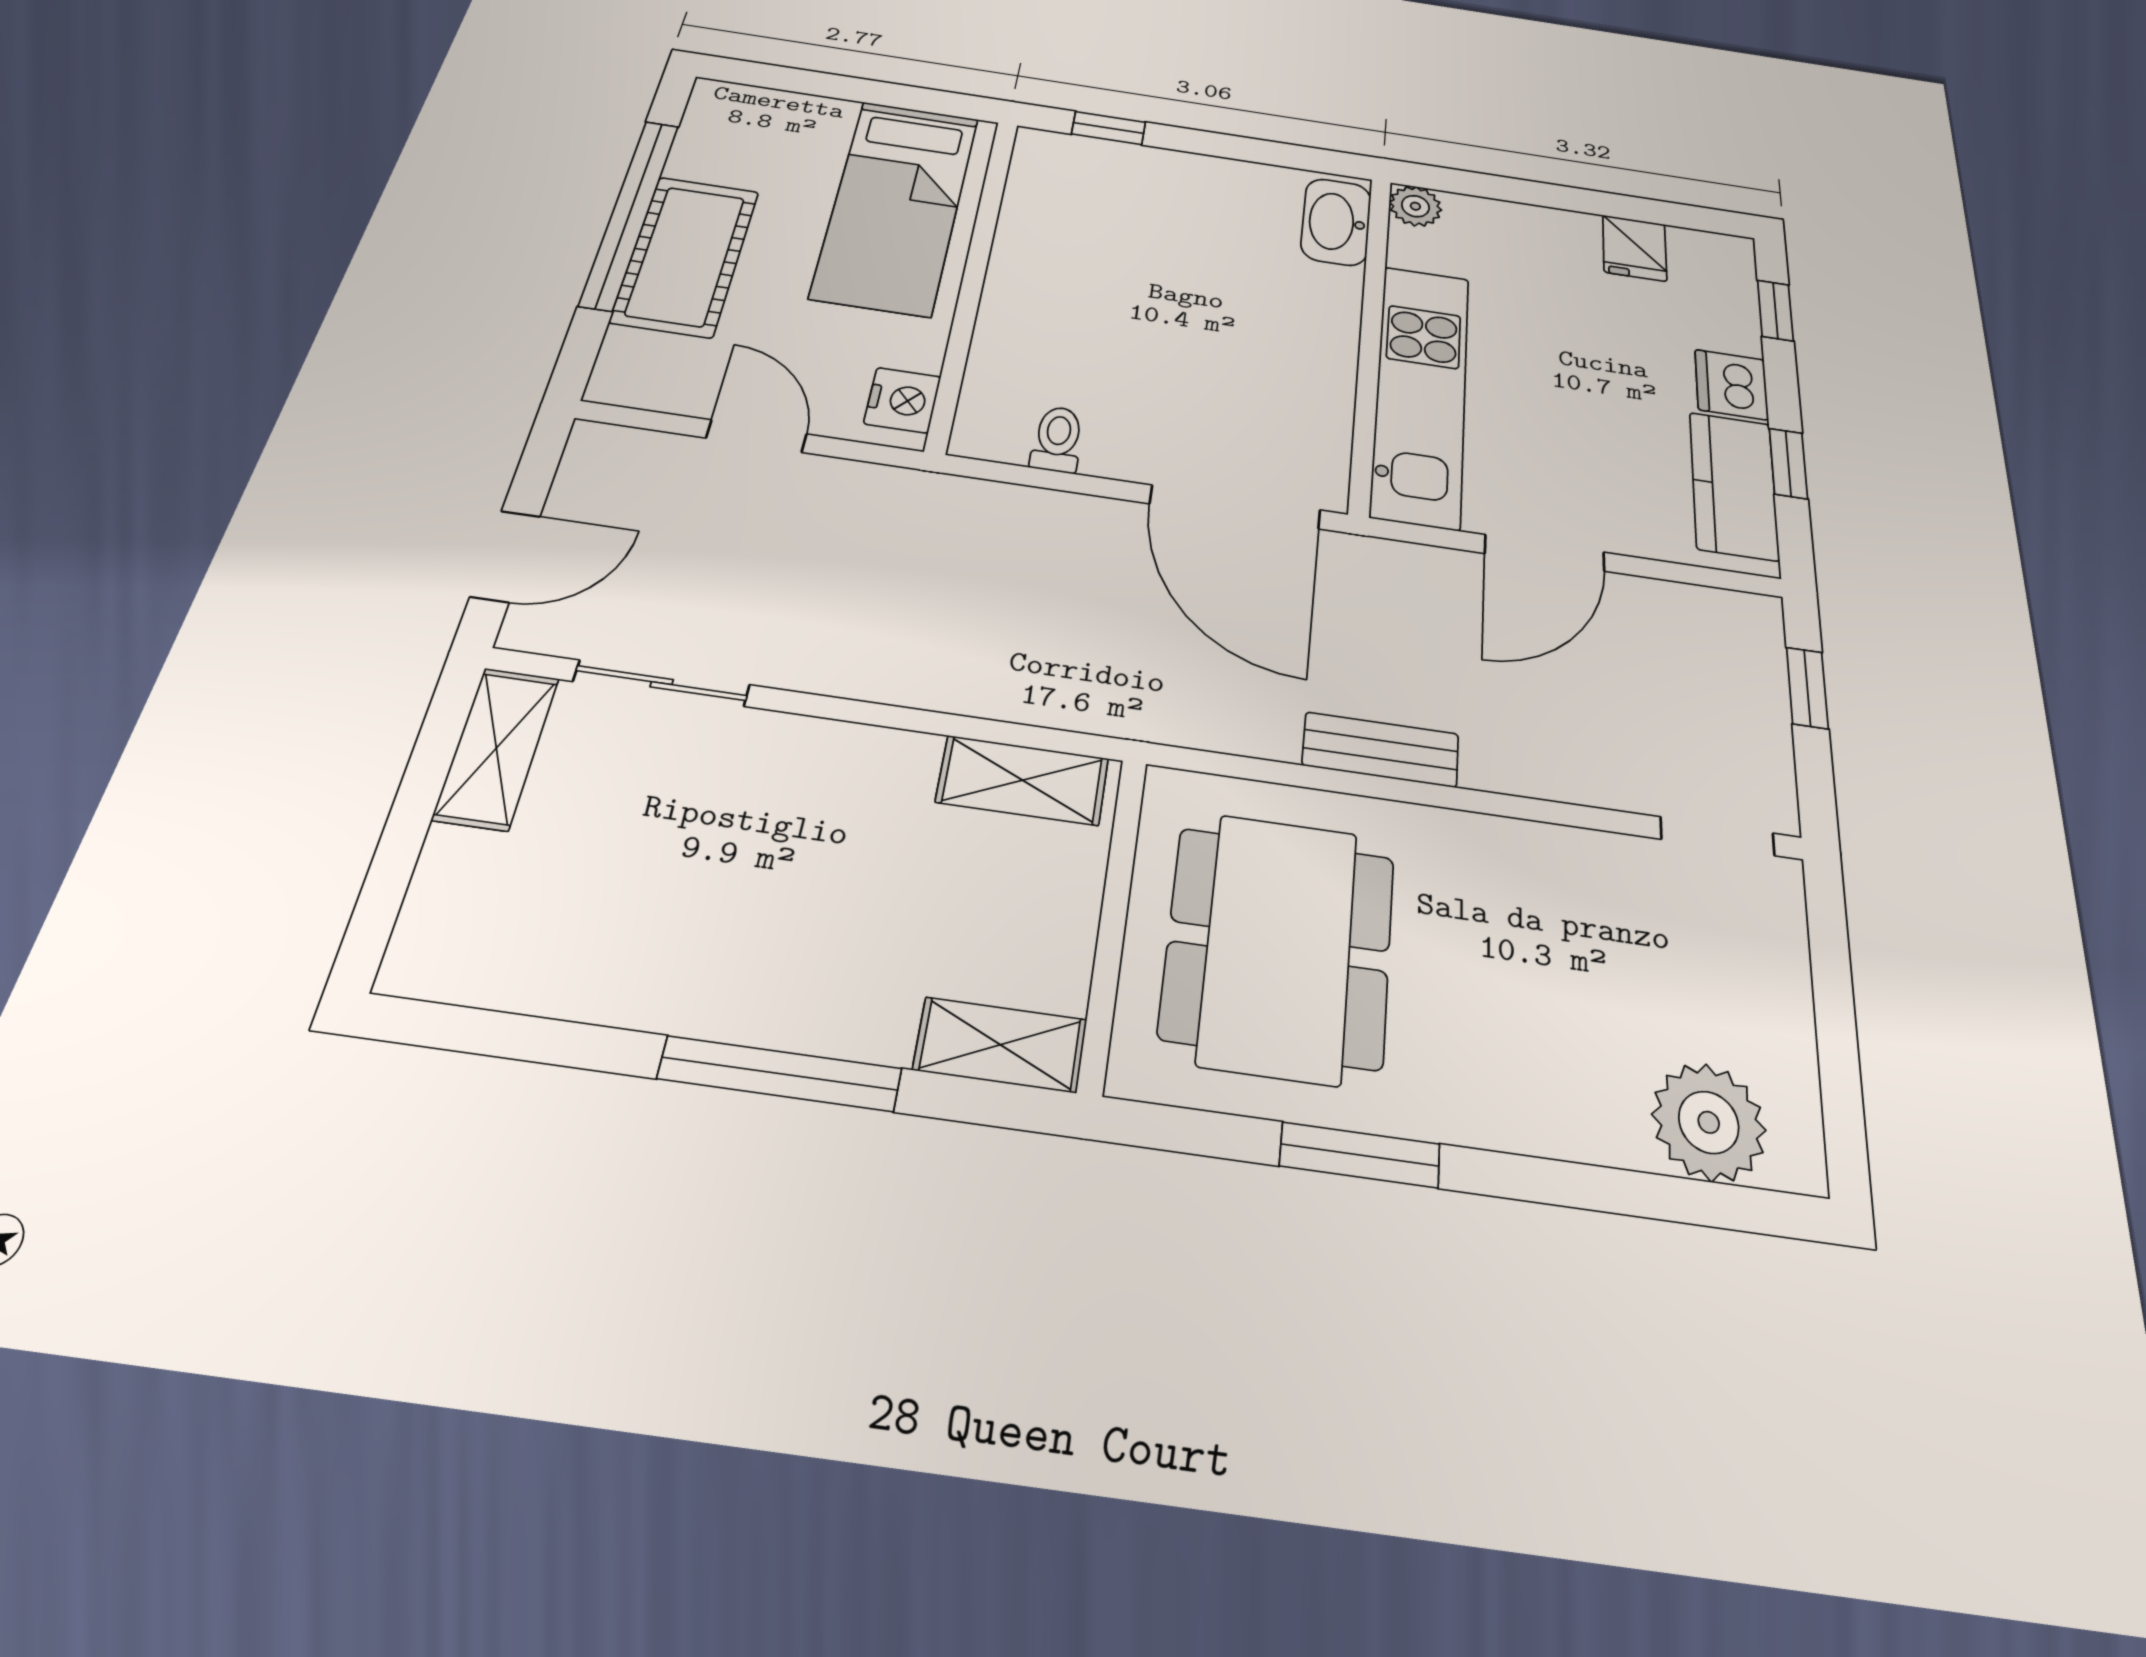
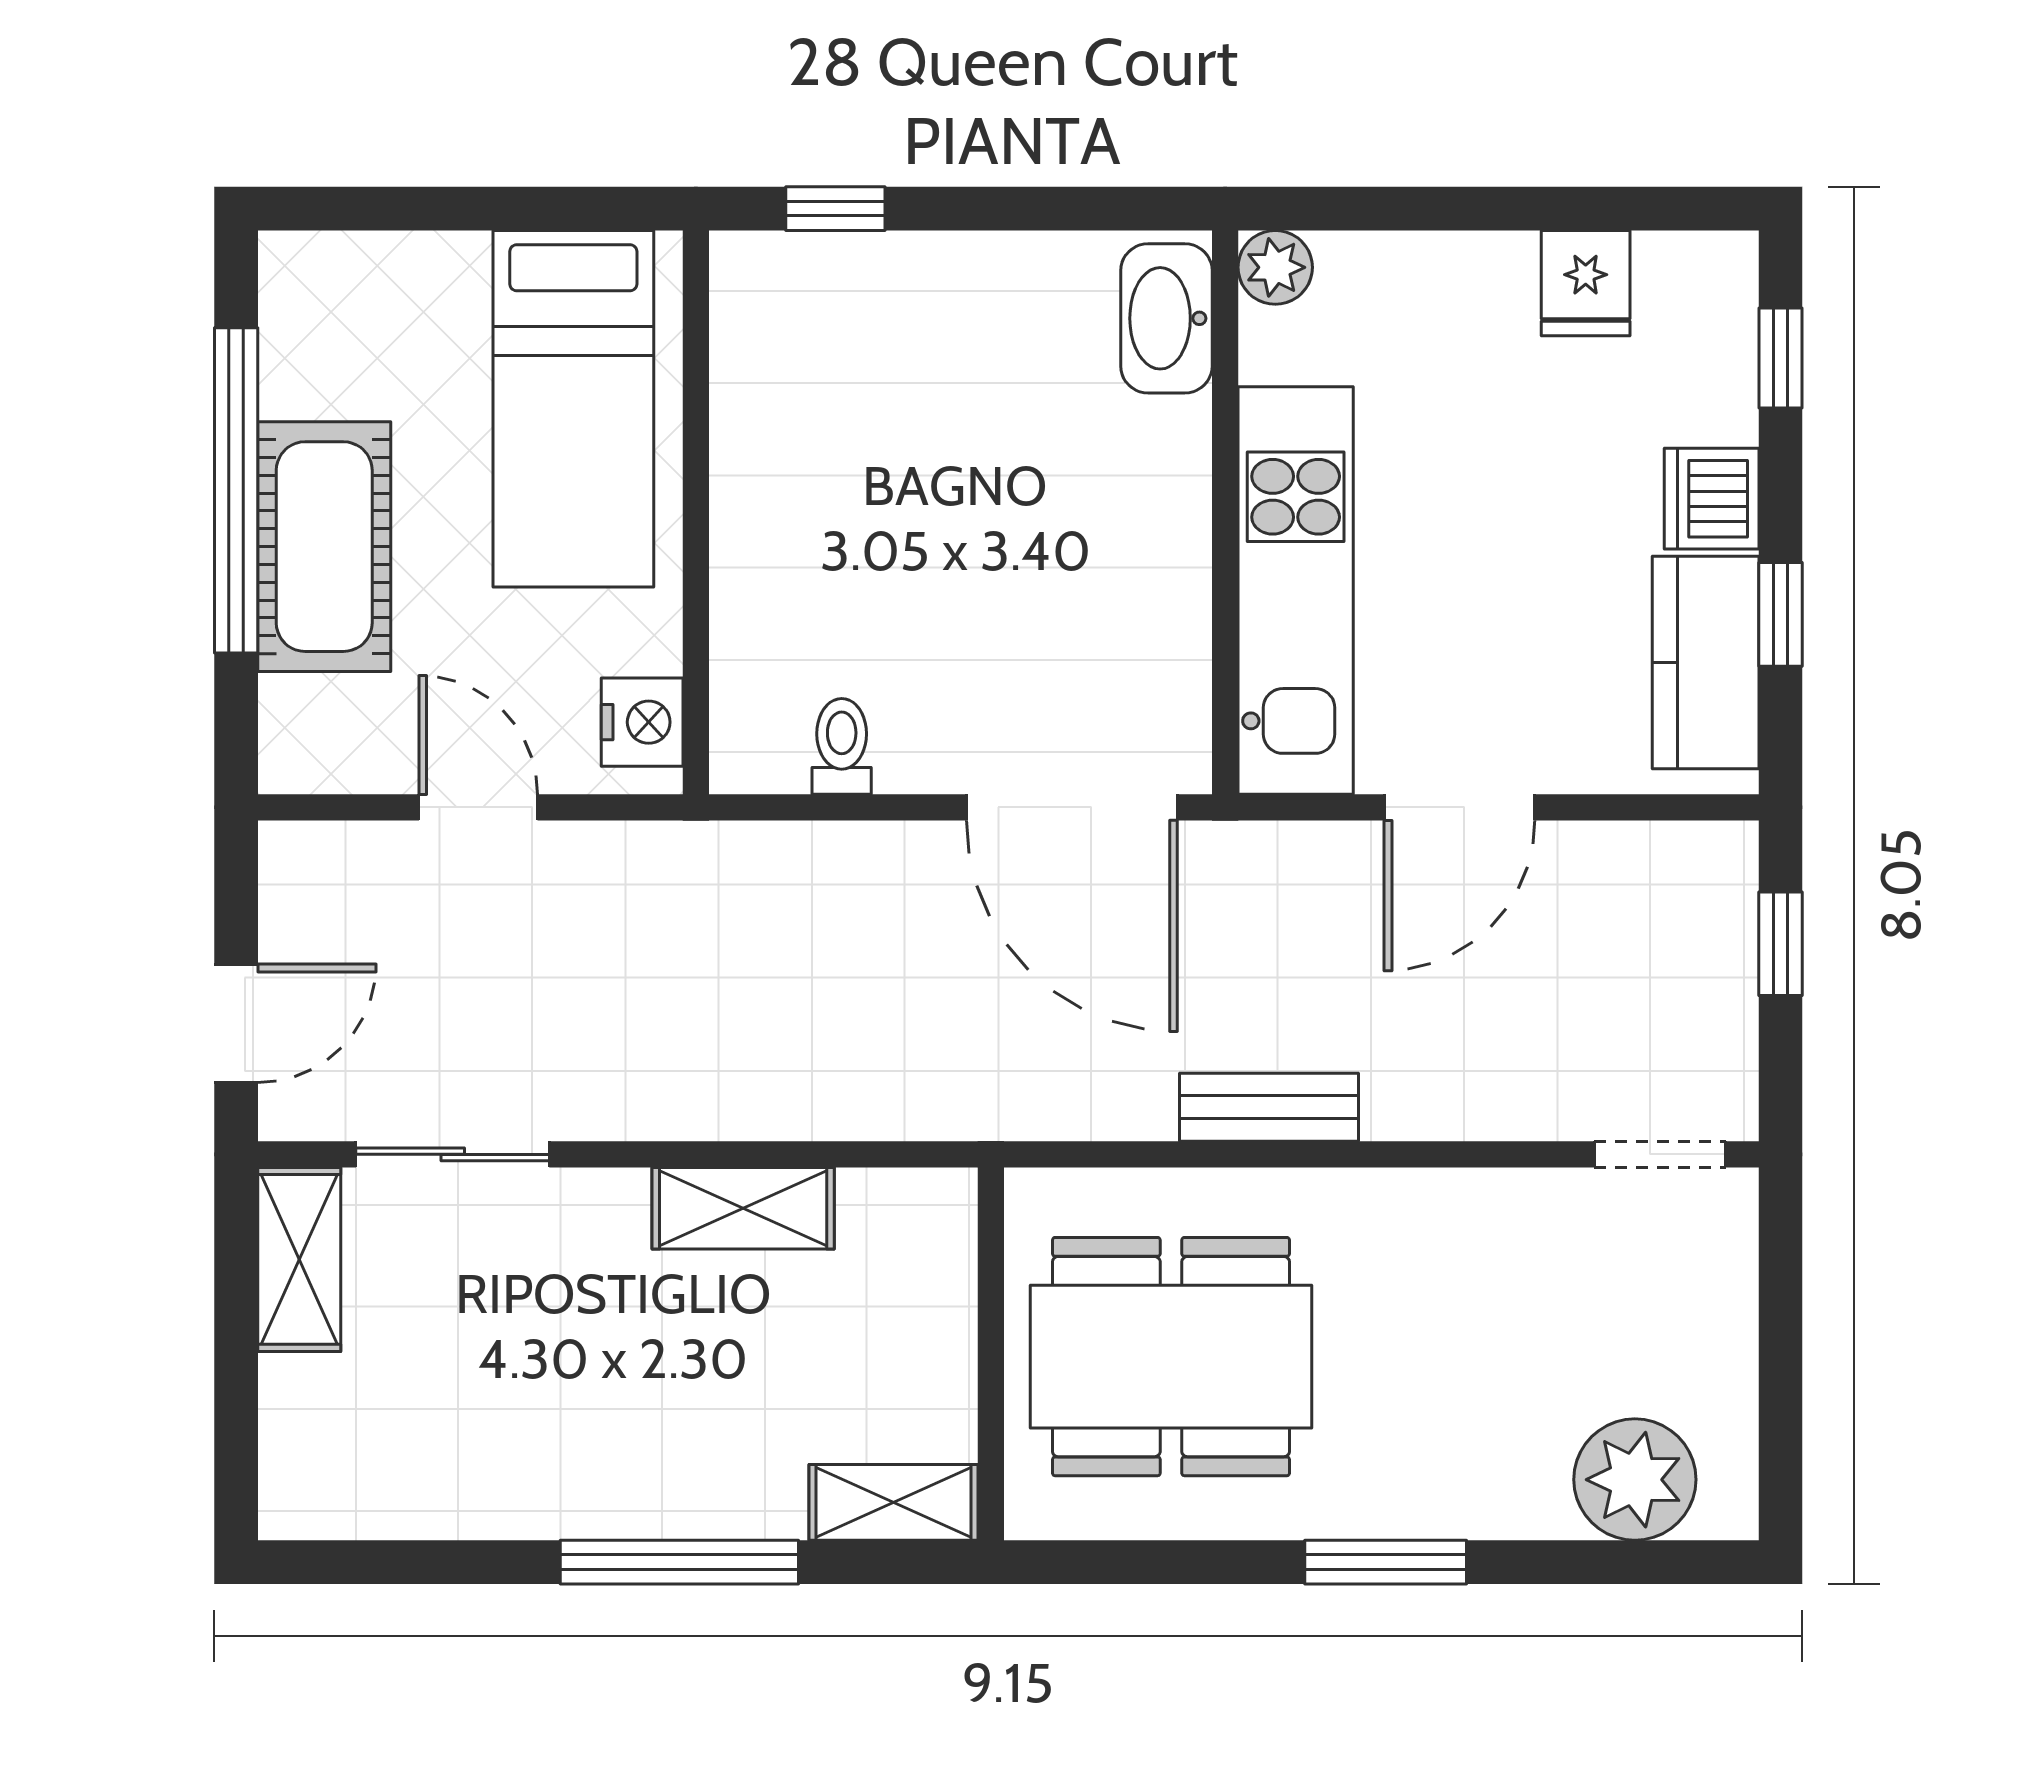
shelving: (1022, 780) -> (743, 1208), moved
dining table: (1279, 946) -> (1171, 1357), turned 90
window: (1360, 1155) -> (1386, 1562), moved

